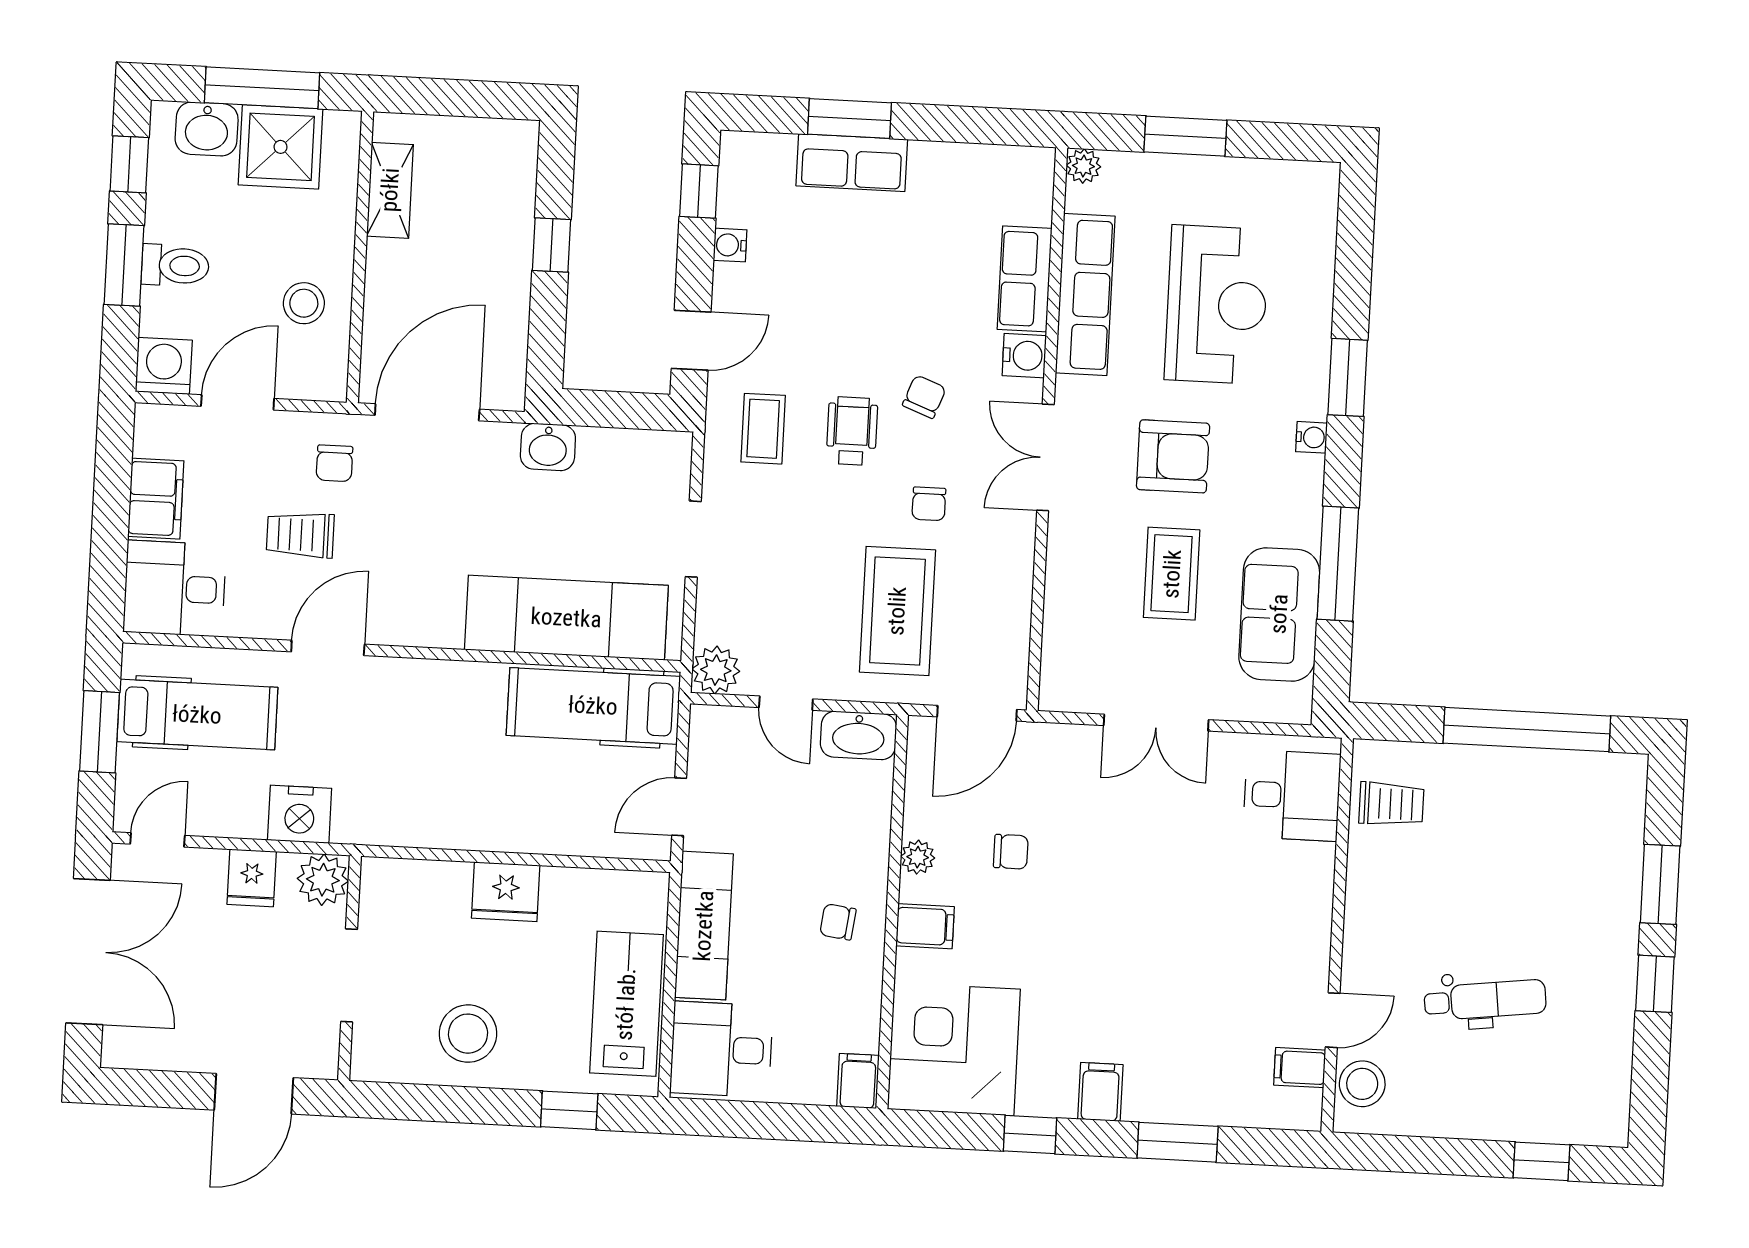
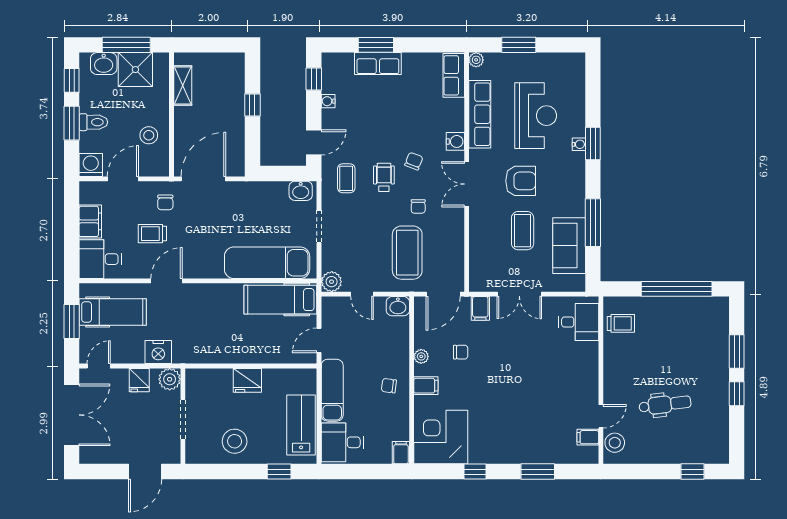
row of seats: (1025, 279) -> (454, 75), moved
water cooler: (1312, 437) -> (579, 144), moved
washbasin: (548, 447) -> (301, 191), moved
washbasin: (858, 735) -> (398, 306), width x0.72
filing cabinet: (1100, 1092) -> (480, 308), moved, turned 180

